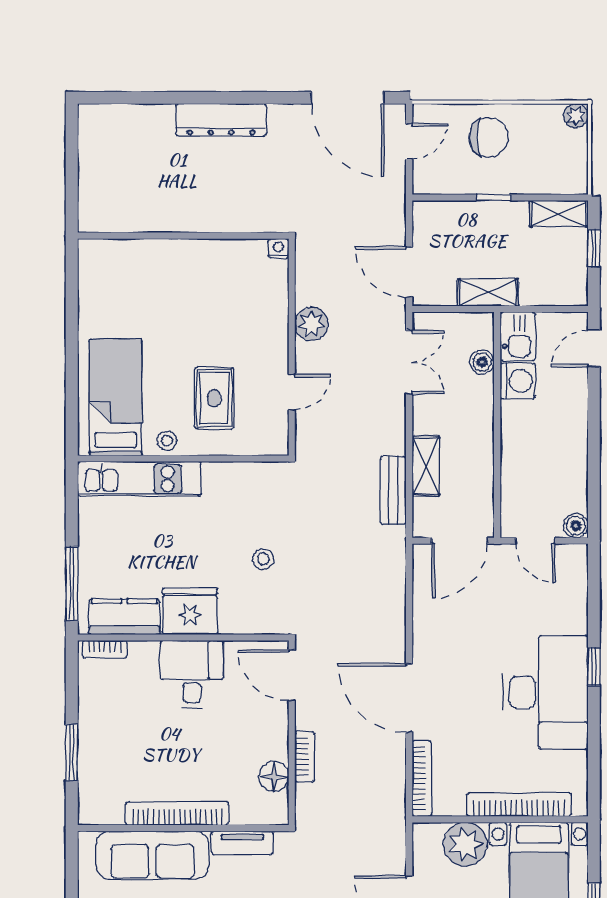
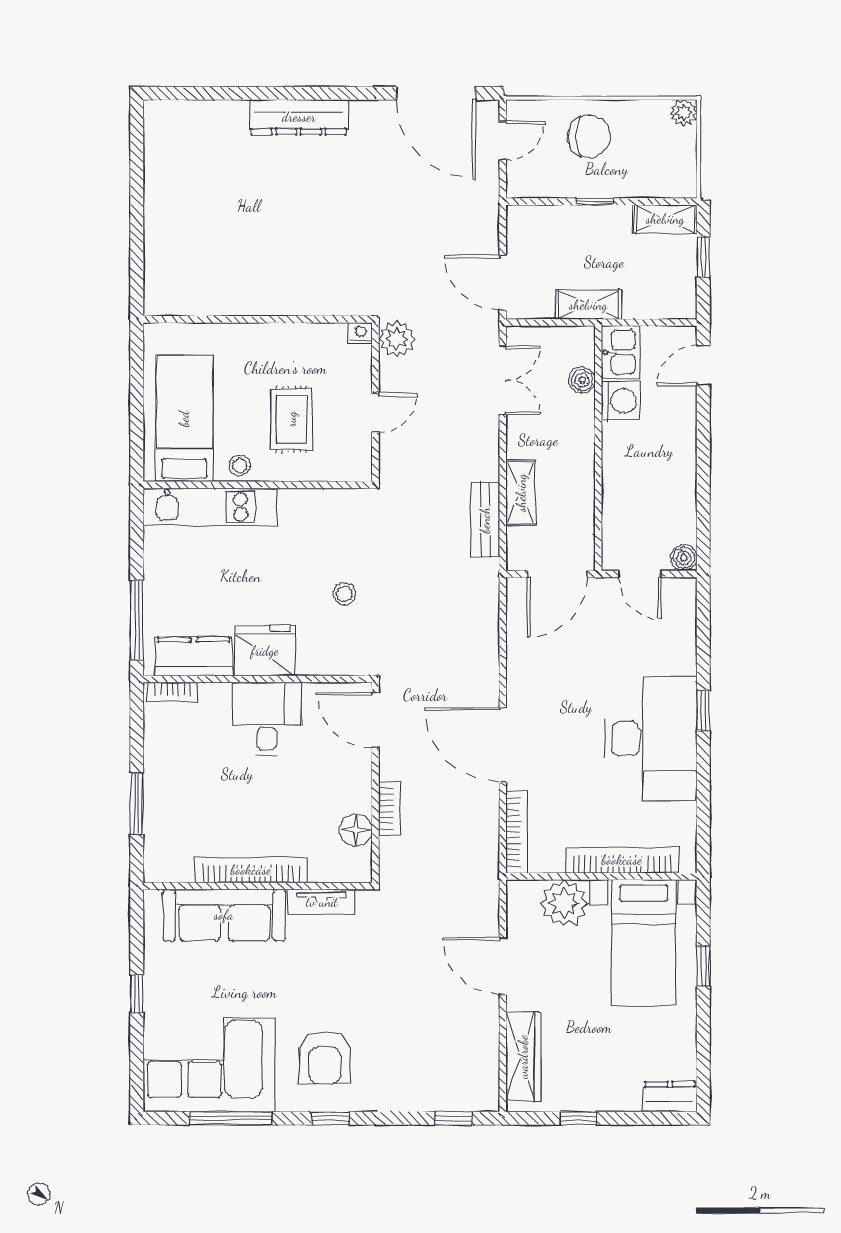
wall: (183, 236) -> (258, 319), moved
nightstand: (278, 248) -> (361, 333), moved

